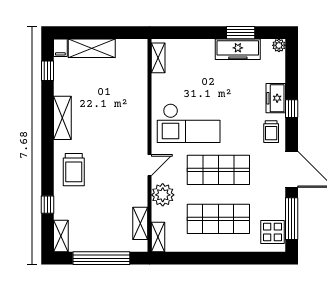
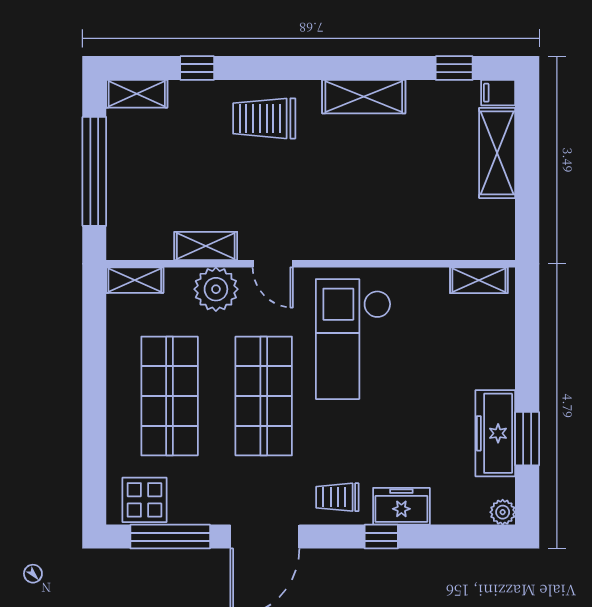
shelving: (140, 223) -> (206, 246), moved

